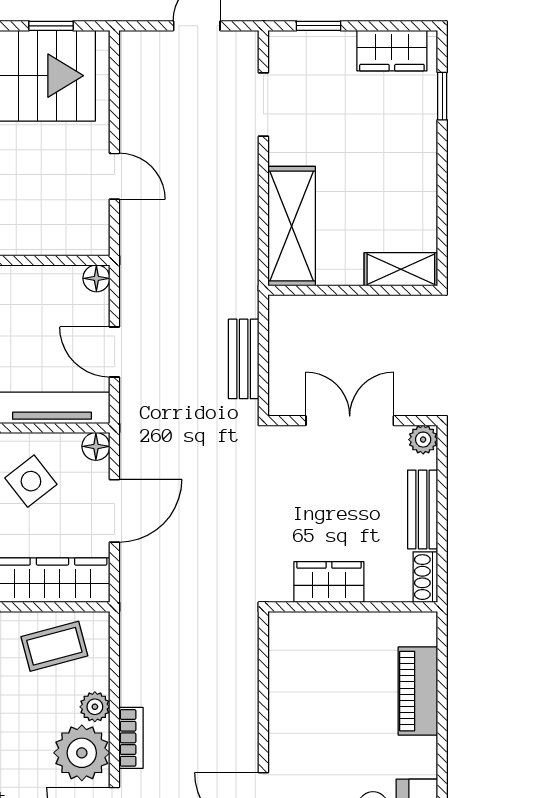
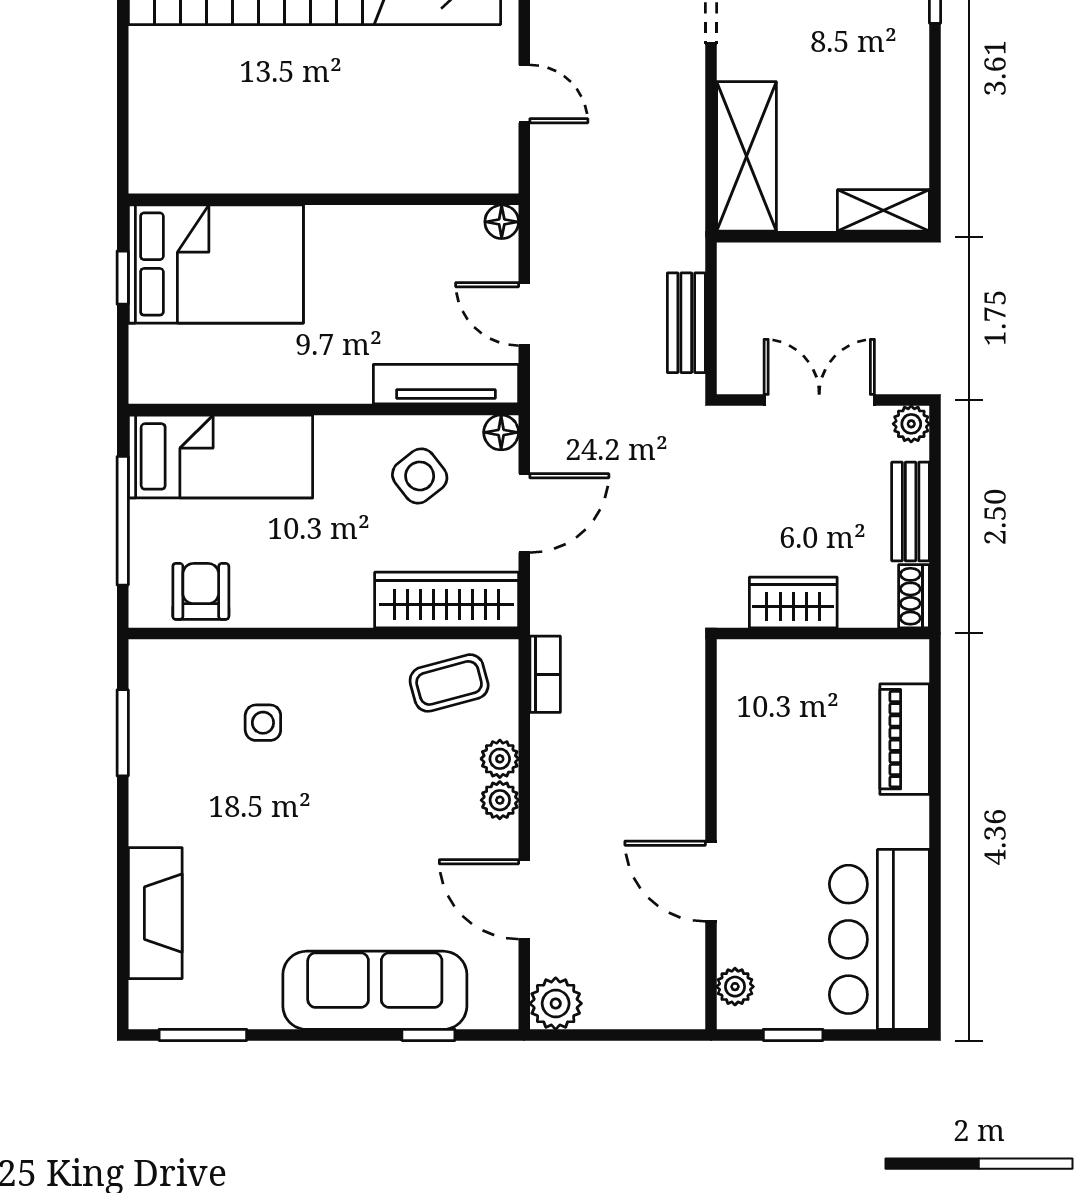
bookcase: (131, 738) -> (545, 674), moved
plant: (82, 753) -> (500, 800), width x0.53, depth x0.53

